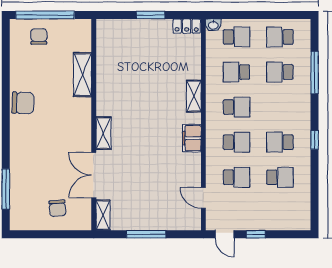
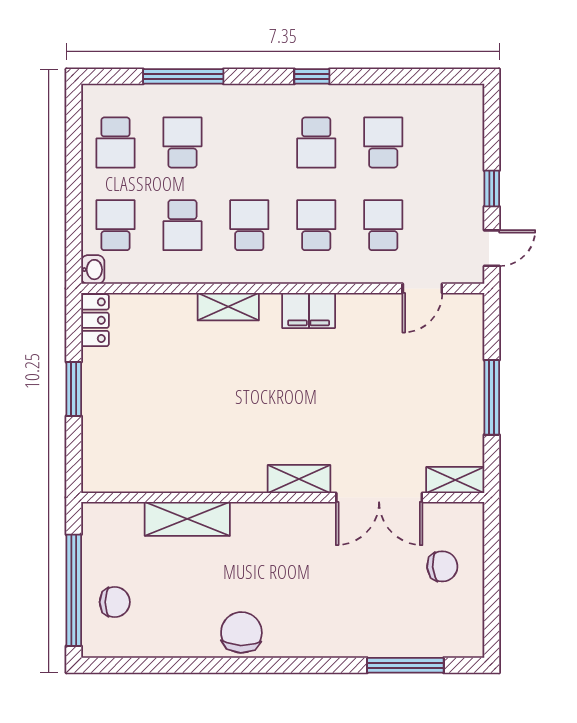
chair: (39, 37) -> (115, 602), turned 180
school desk: (280, 72) -> (182, 142), turned 180

